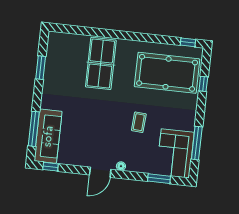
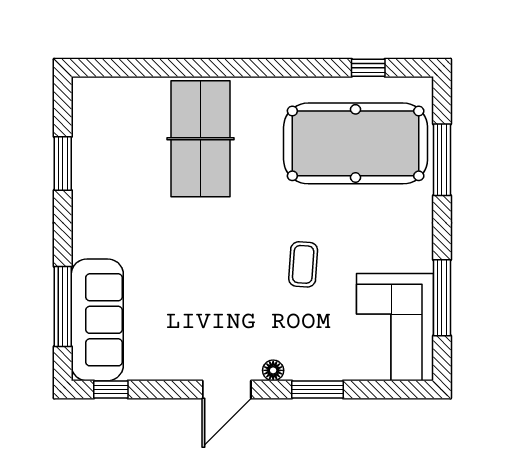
window: (188, 42) -> (368, 68), moved
window: (203, 84) -> (442, 160), width x2.17
window: (159, 179) -> (317, 389), moved

